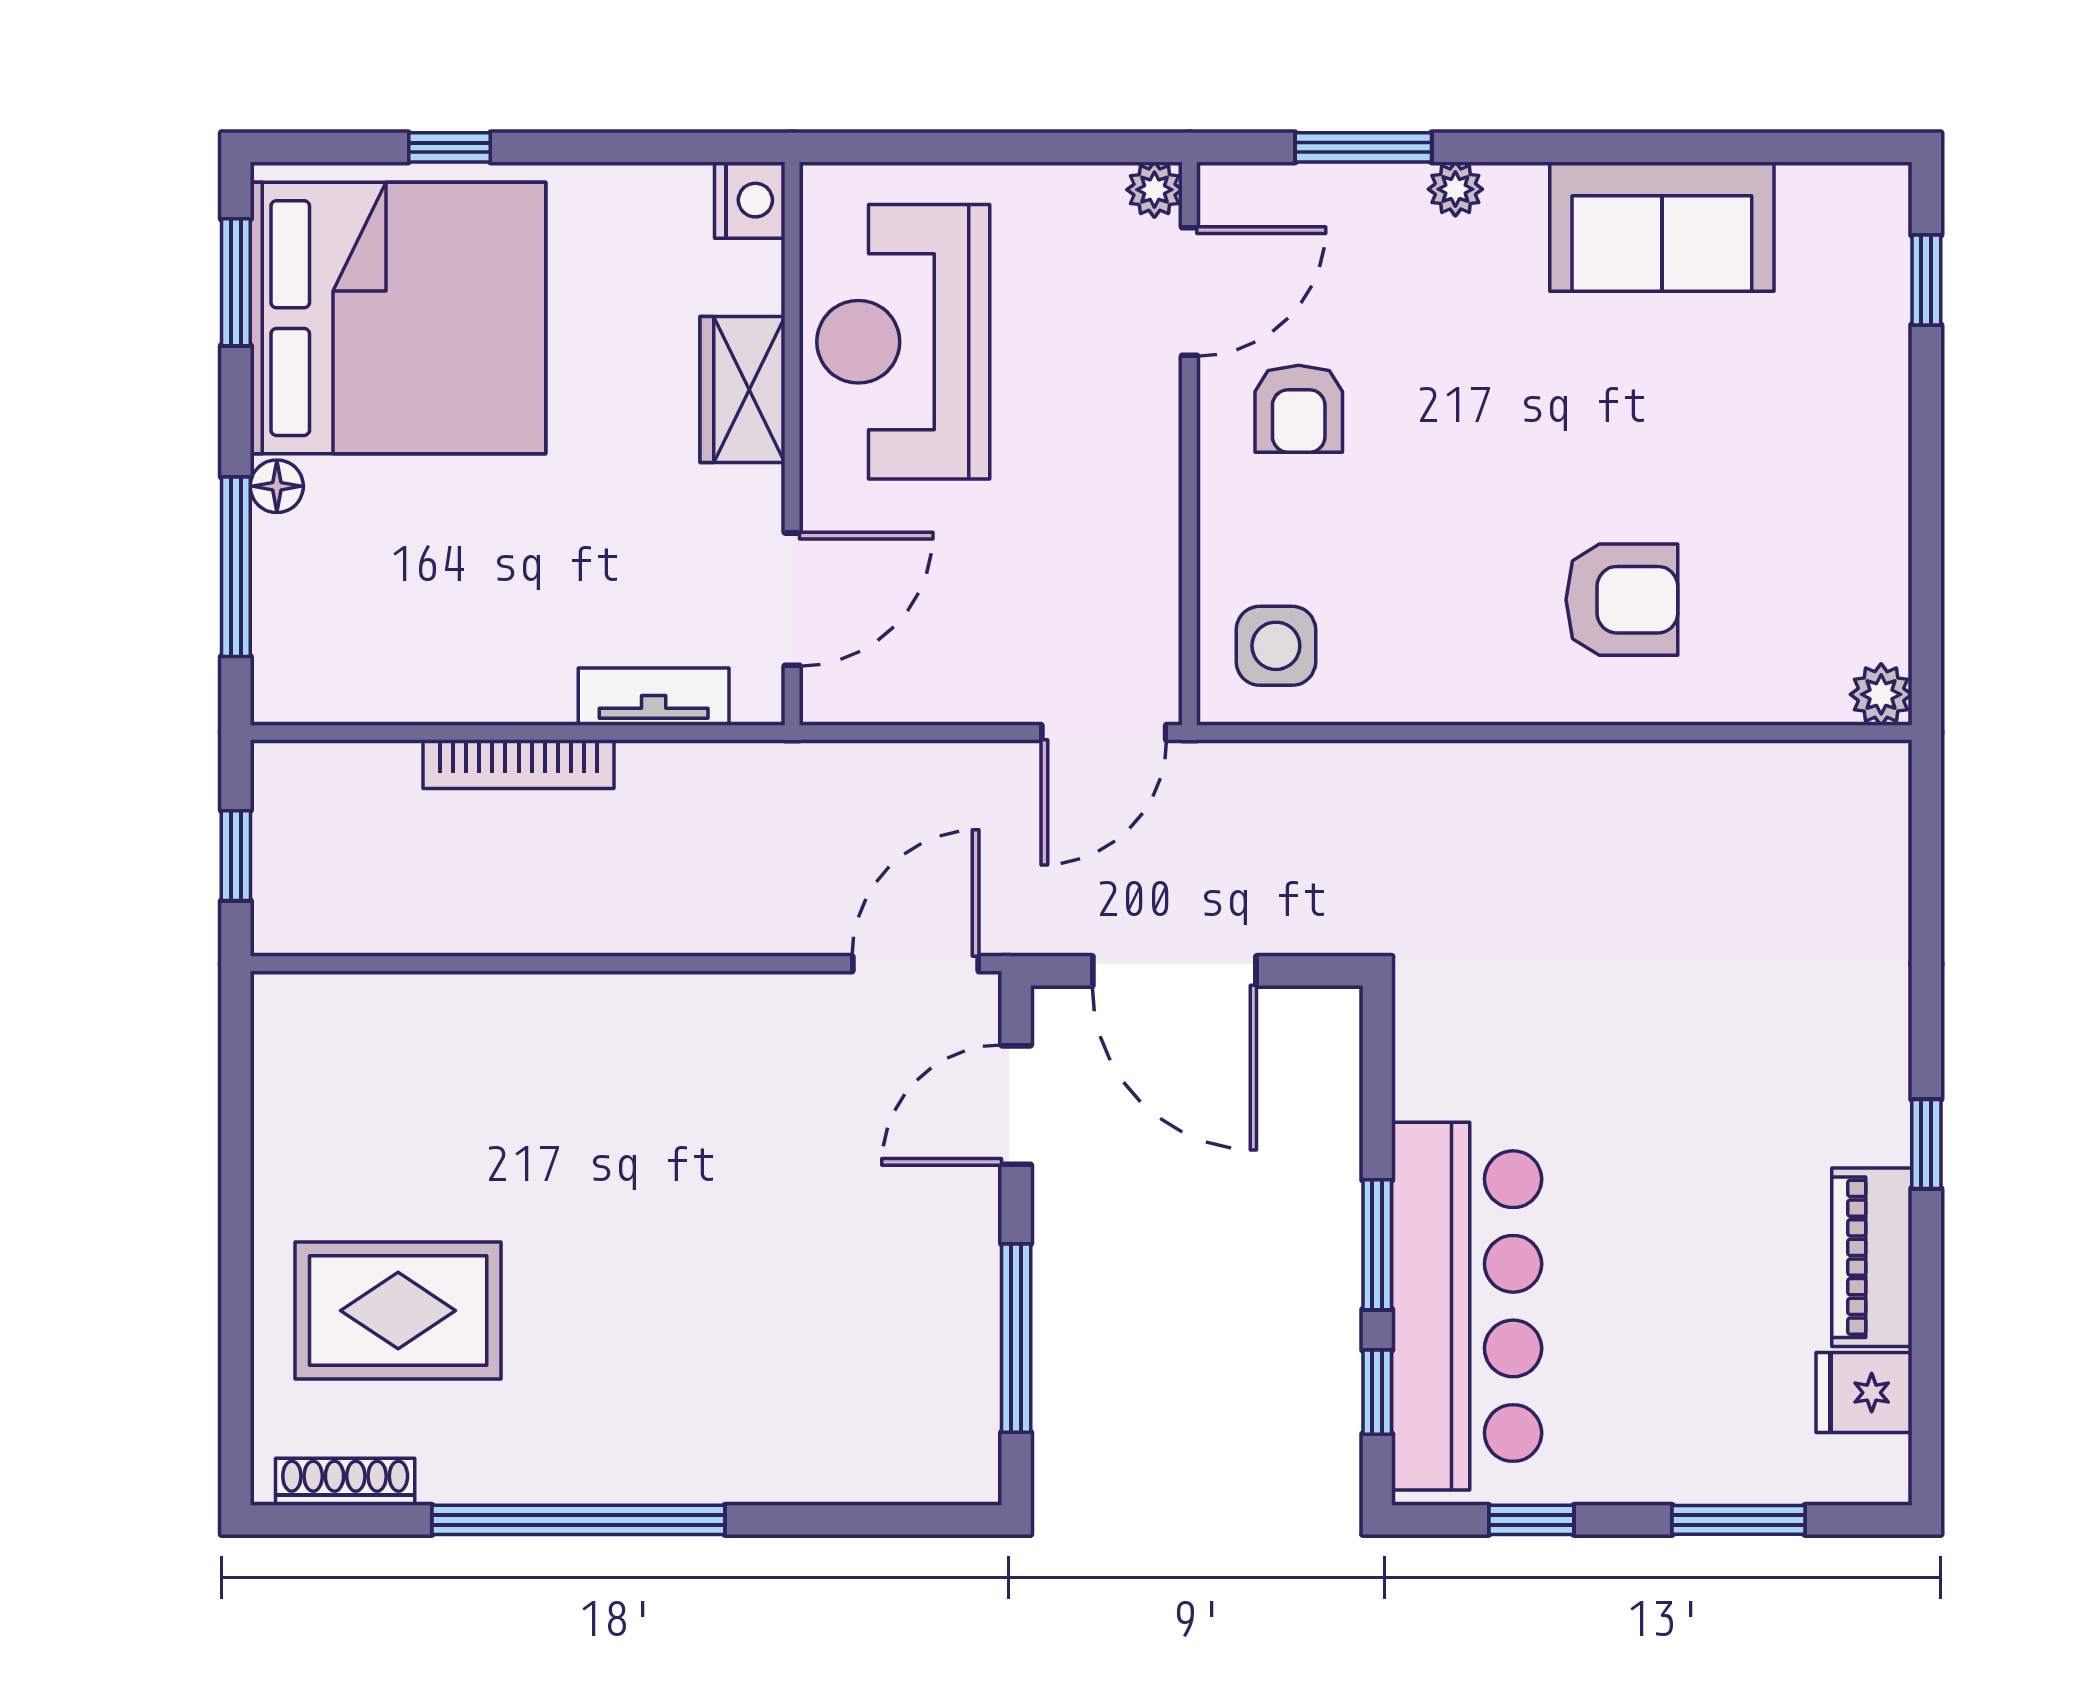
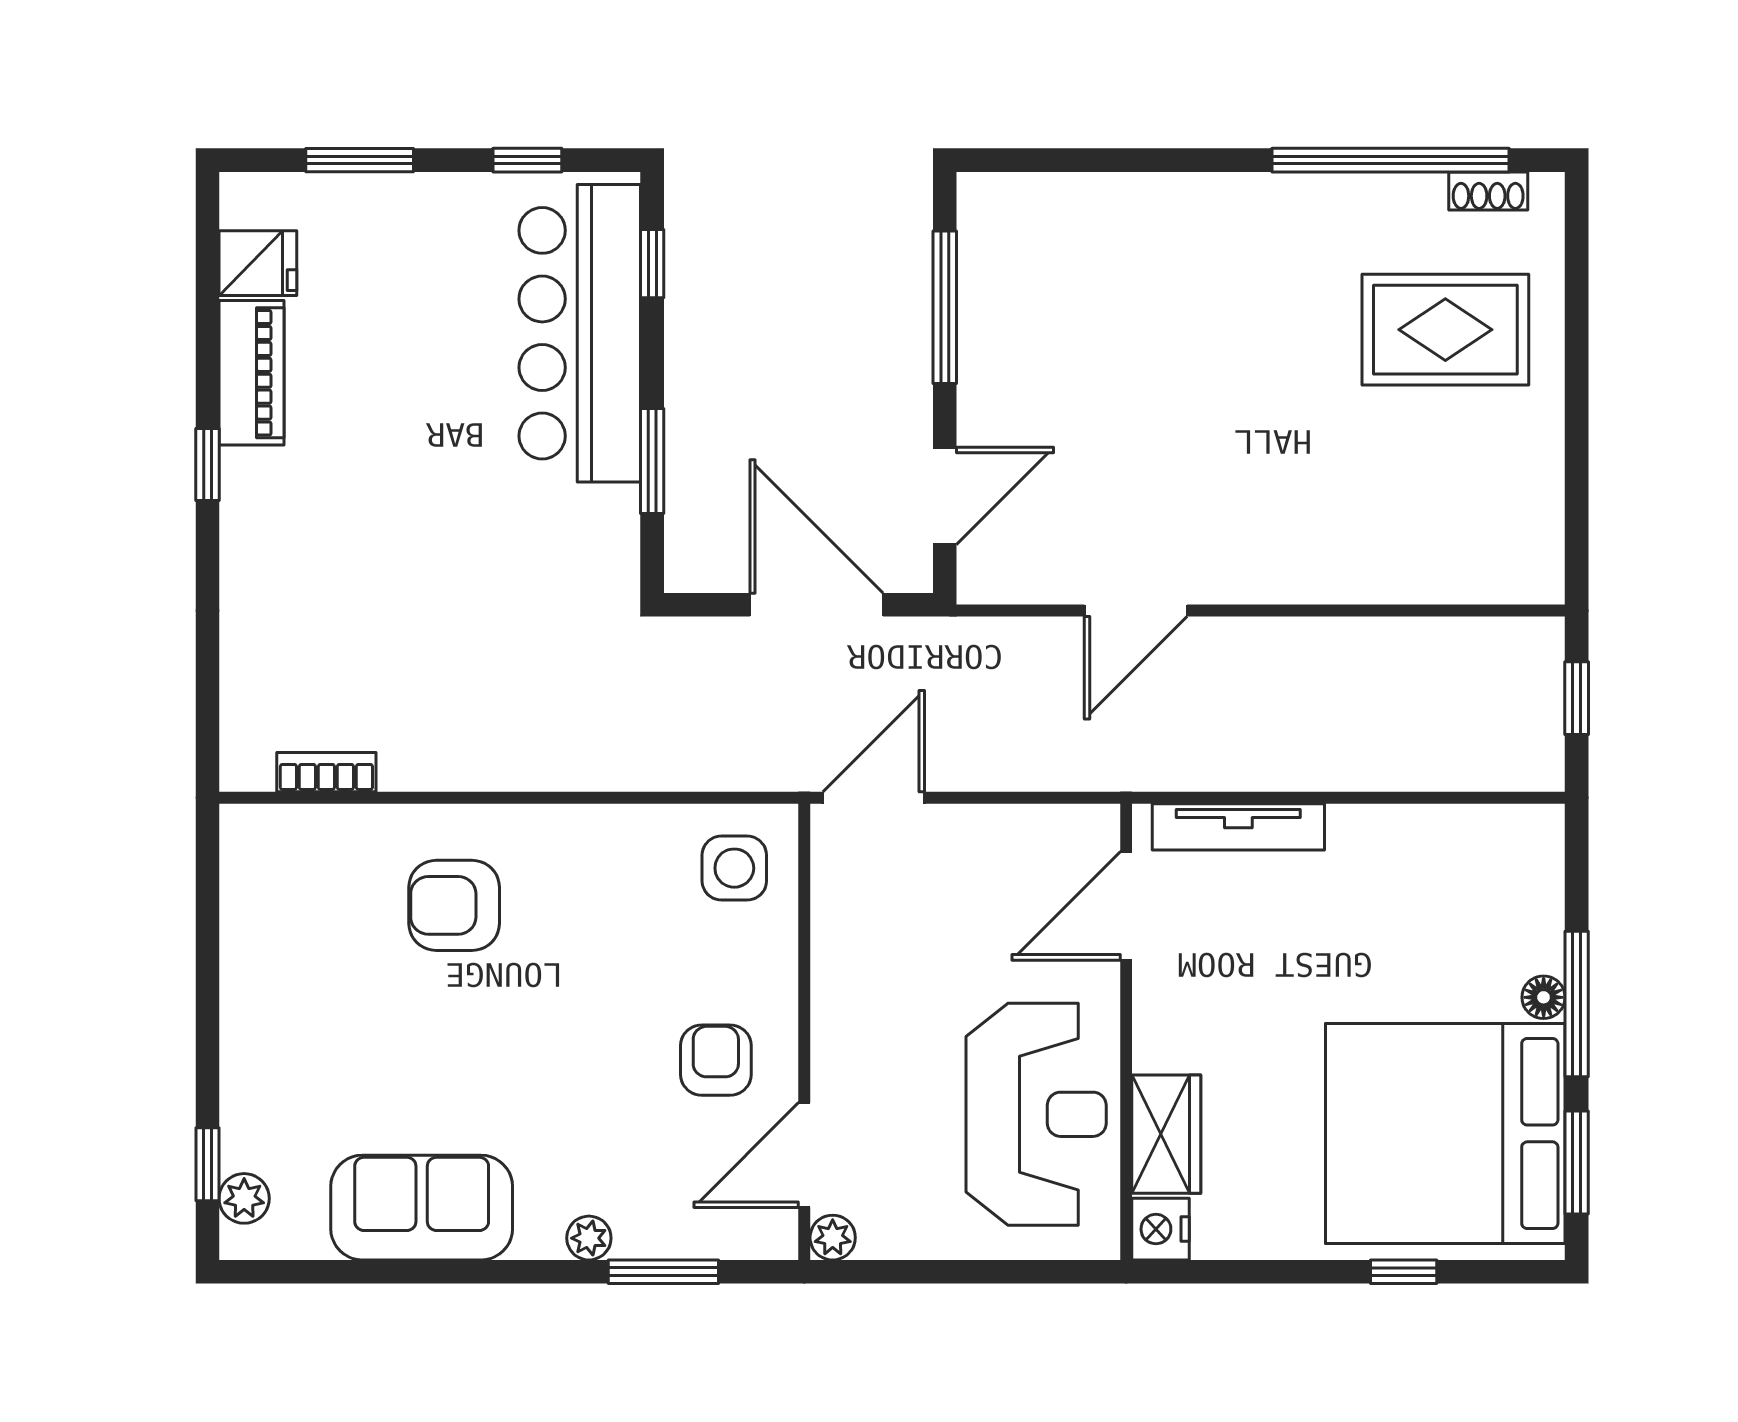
wardrobe: (743, 389) -> (1166, 1134), moved
window: (236, 567) -> (1577, 1004), moved
plant: (1881, 694) -> (244, 1198), moved
tv unit: (654, 697) -> (1238, 827), width x1.41
bookcase: (519, 764) -> (326, 772), moved, width x0.64
door: (916, 964) -> (1136, 611), moved
window: (1377, 1245) -> (652, 461), moved
shoe rack: (345, 1482) -> (1488, 191), width x0.70
window: (578, 1520) -> (1391, 160), moved

